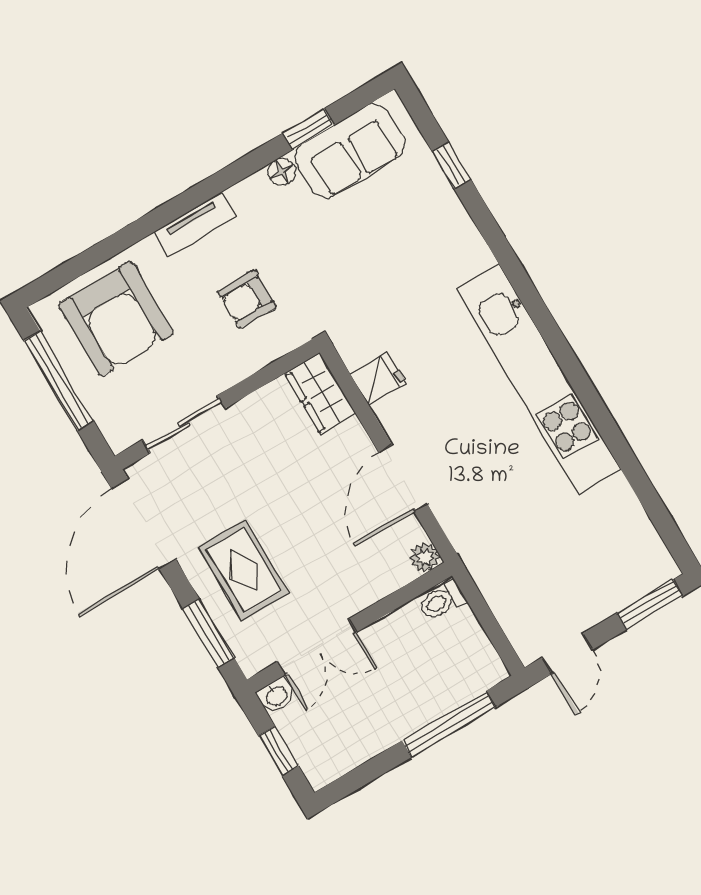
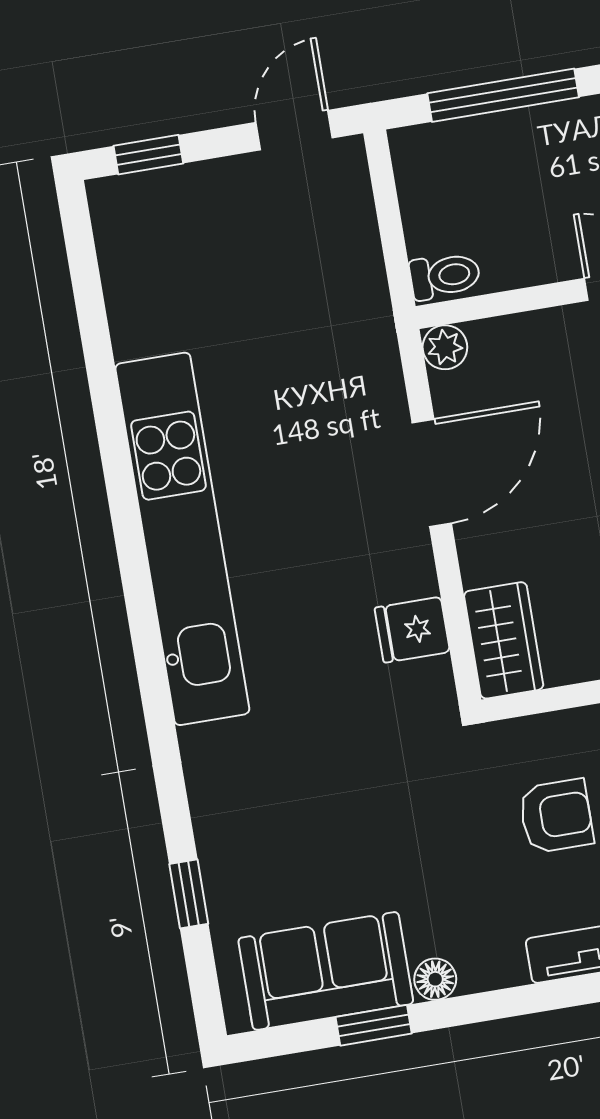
window: (650, 604) -> (148, 155), width x0.67

